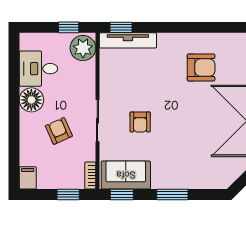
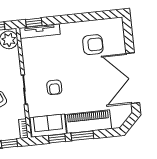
piano: (183, 176) -> (88, 122), added
window: (122, 195) -> (57, 138), moved

